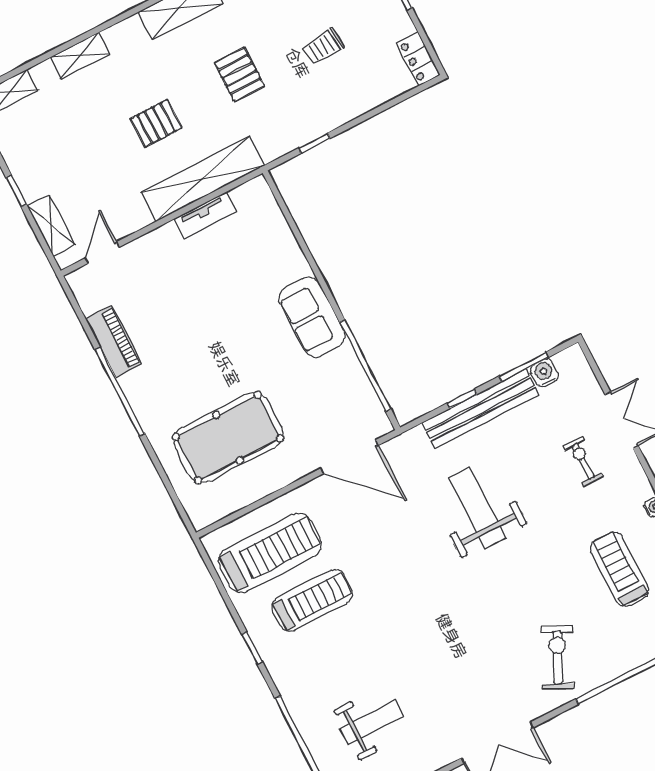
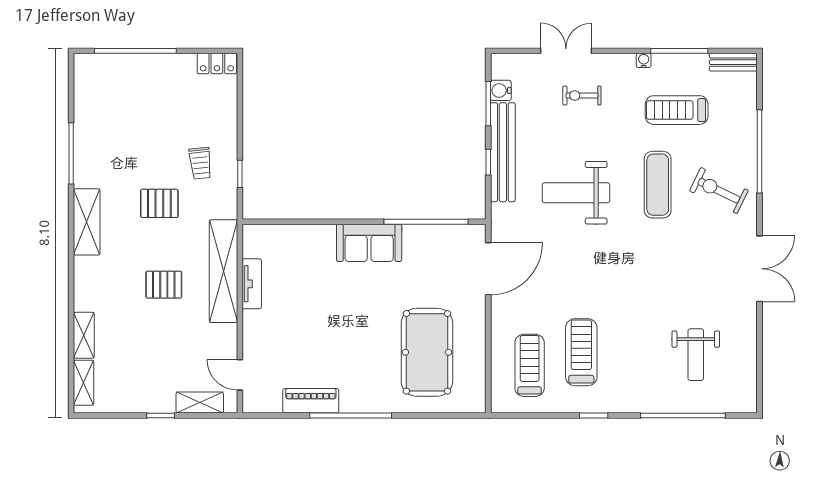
trolley: (323, 47) -> (200, 163), moved
shelving: (80, 56) -> (84, 335), moved
pallet: (156, 123) -> (164, 285), turned 90
treadmill: (270, 553) -> (530, 365), width x0.73, depth x0.73
exercise mat: (530, 590) -> (658, 185), added
weight bench: (372, 722) -> (696, 355), turned 180

